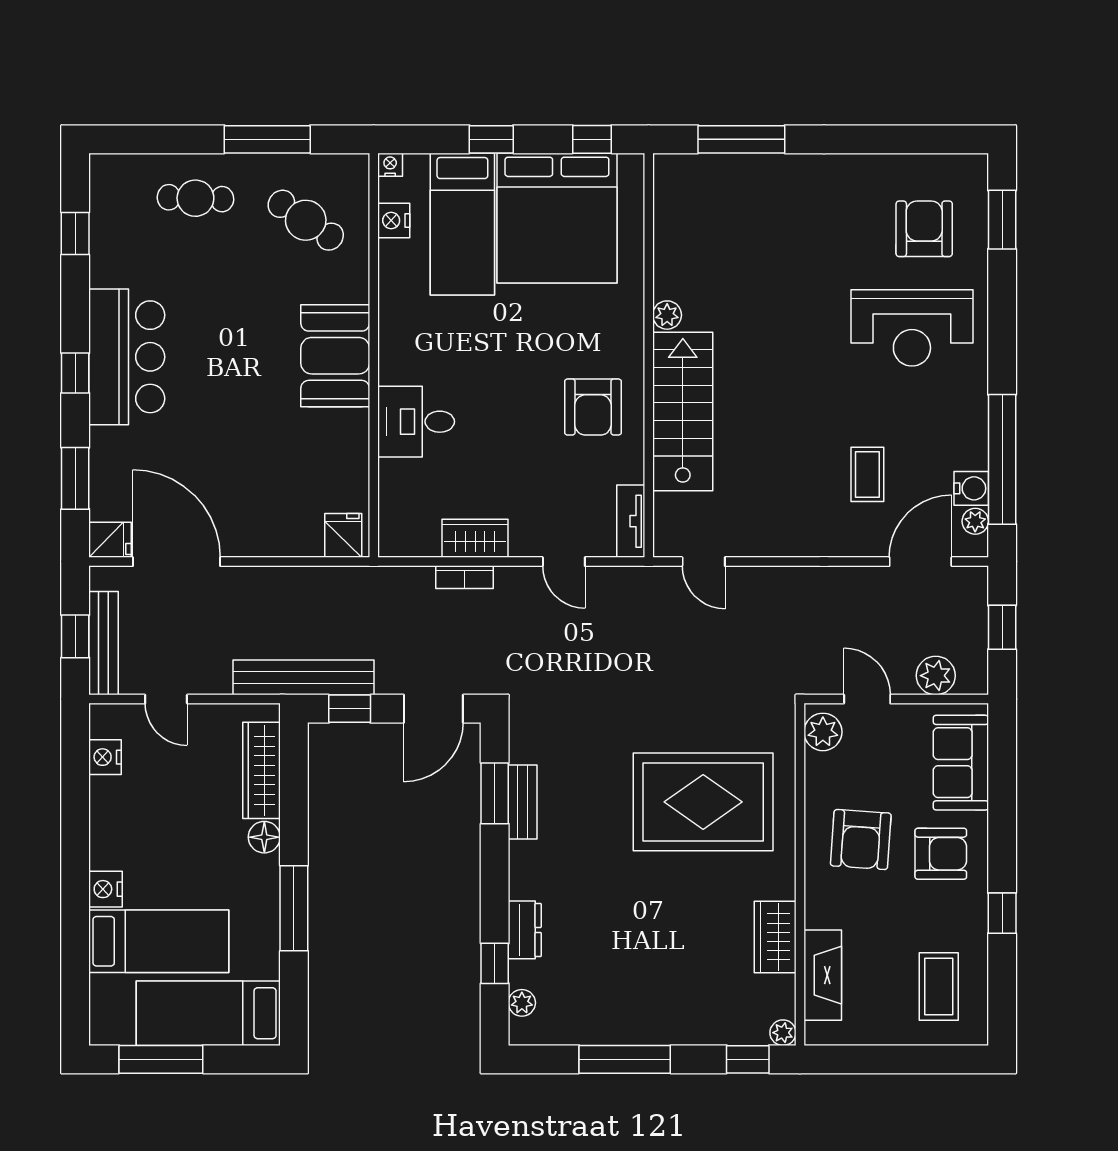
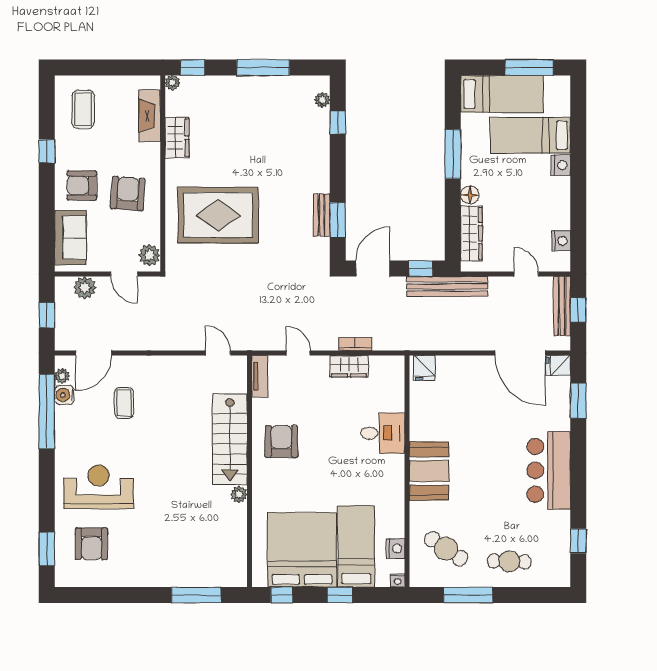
window: (75, 373) -> (578, 461), removed
dresser: (525, 930) -> (320, 142), removed

